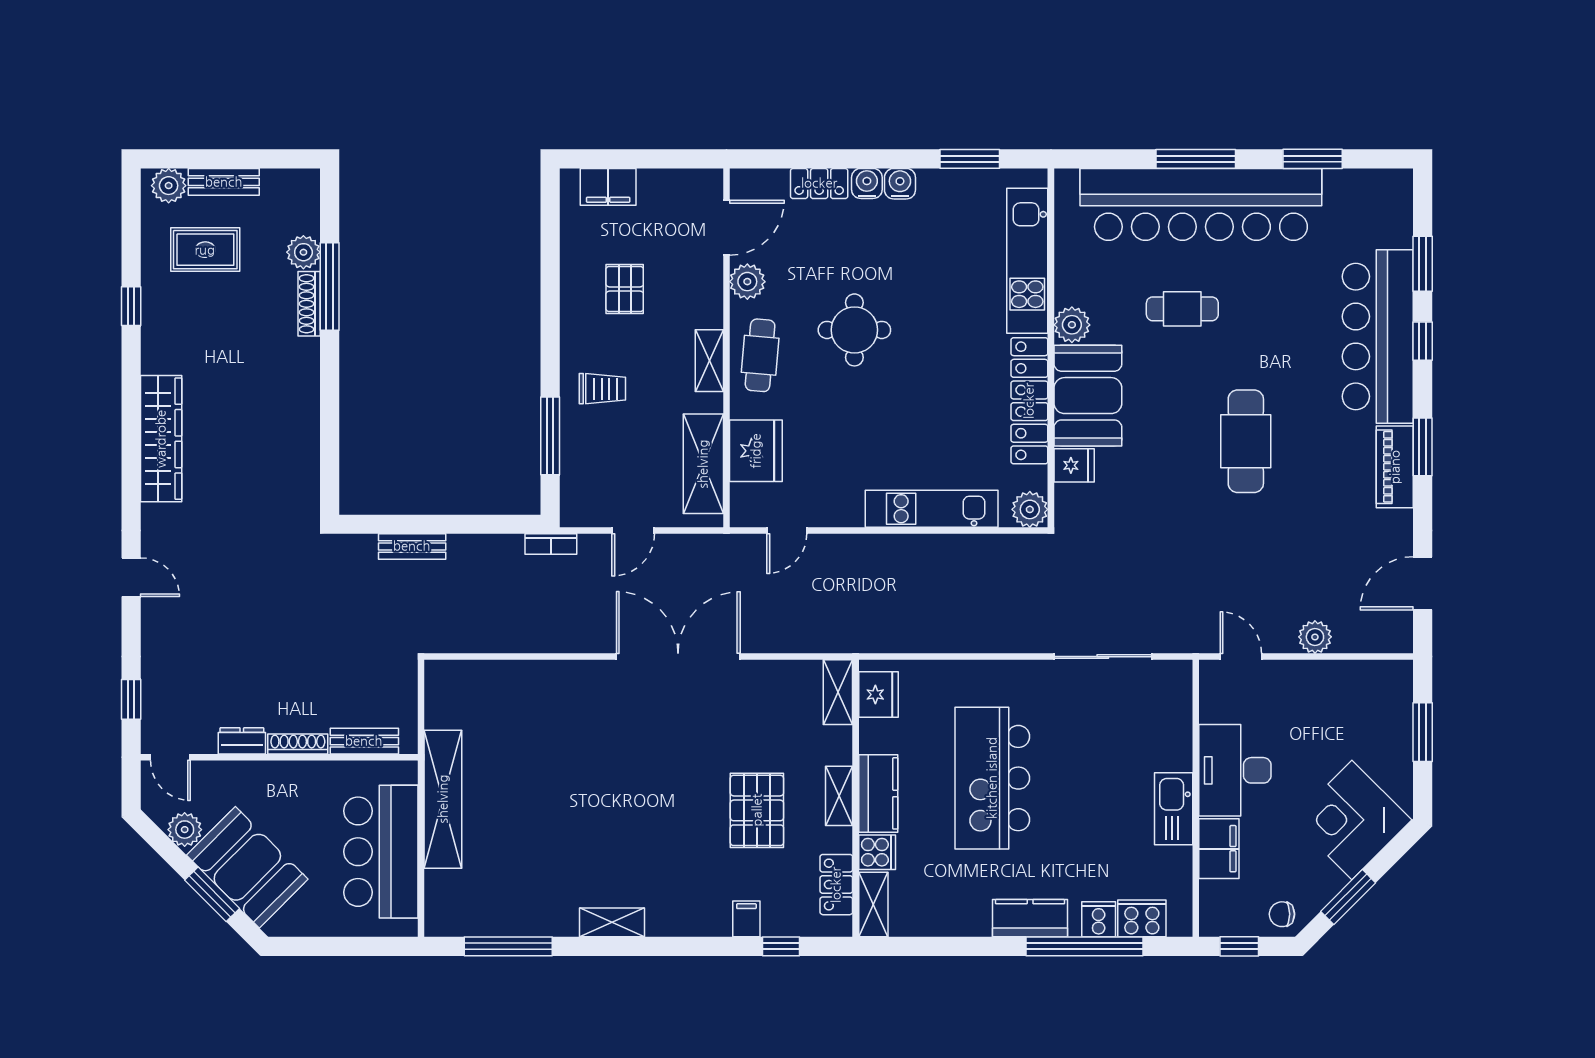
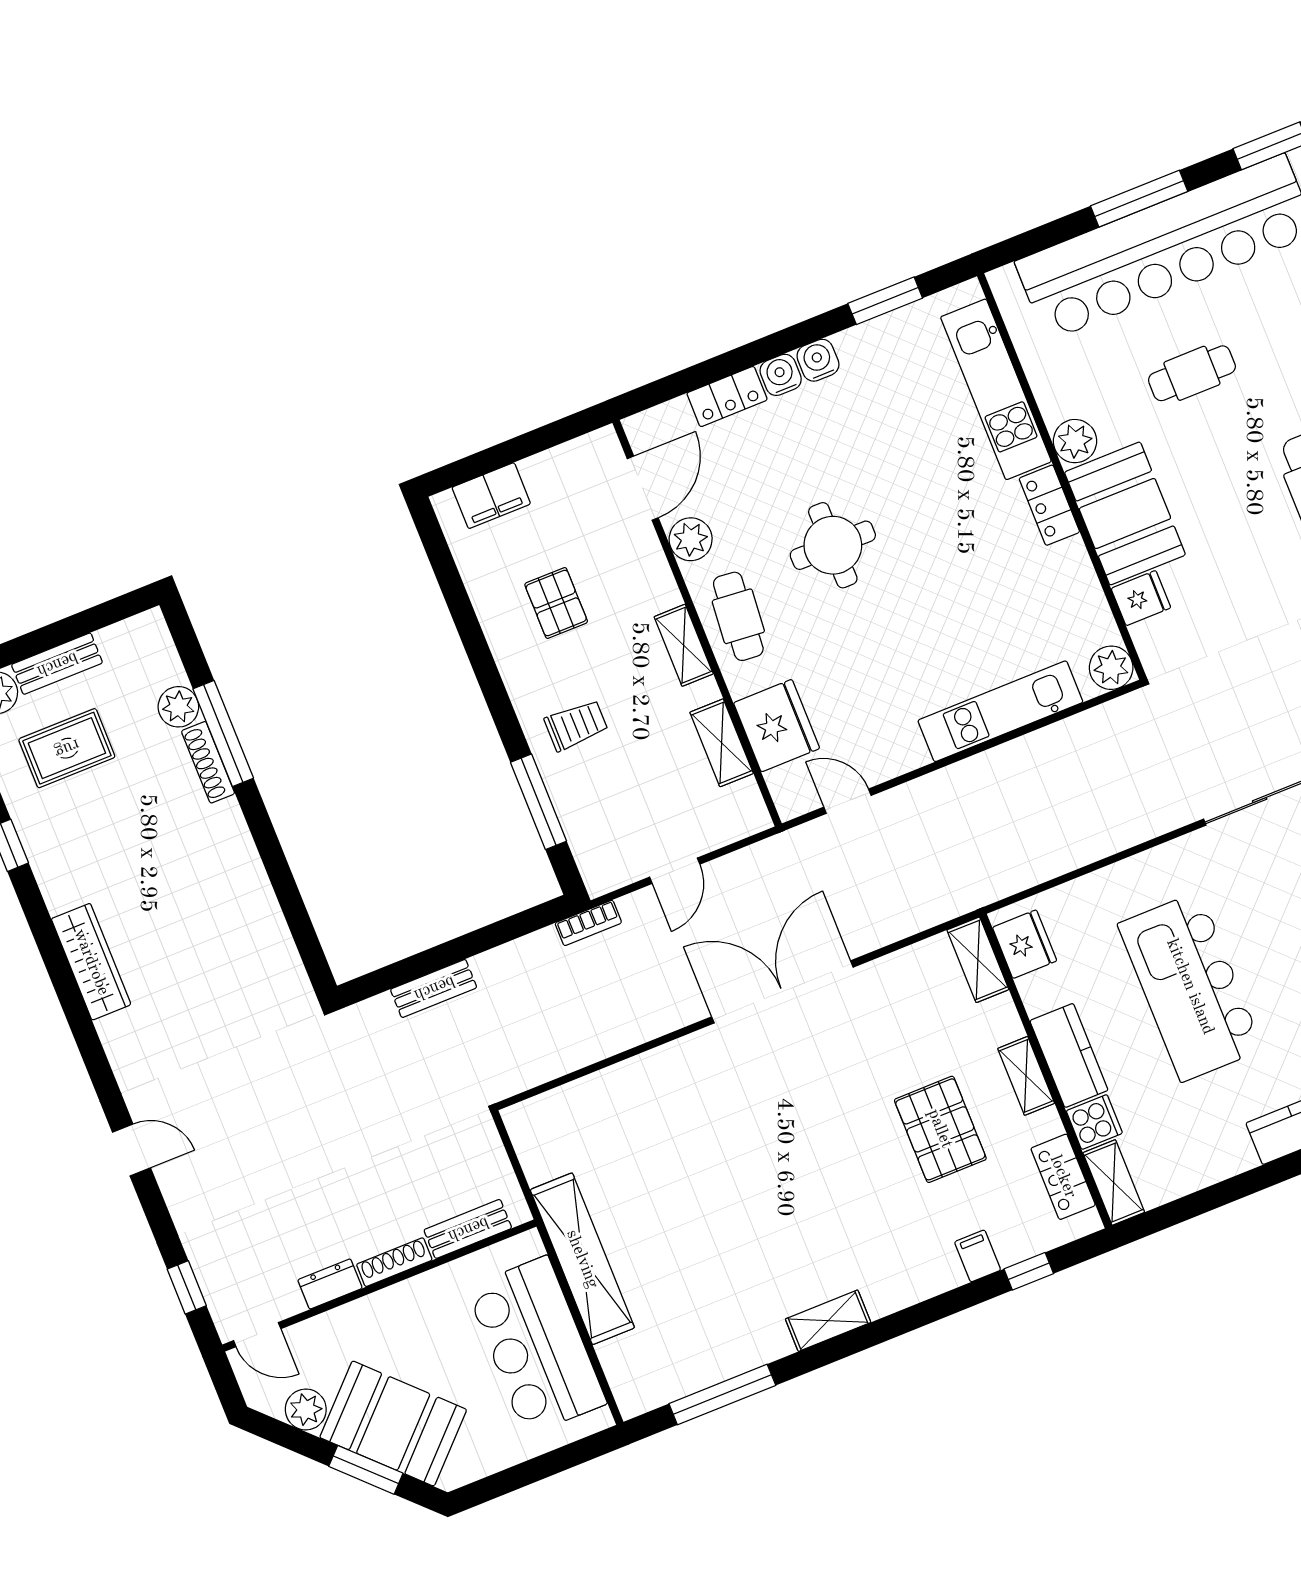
locker: (1029, 401) -> (1049, 505), width x0.46, depth x0.83
wardrobe: (161, 439) -> (91, 962), width x0.71, depth x0.85
shelving: (703, 464) -> (722, 743), width x0.67, depth x0.75
door: (787, 531) -> (847, 801), swing flipped

